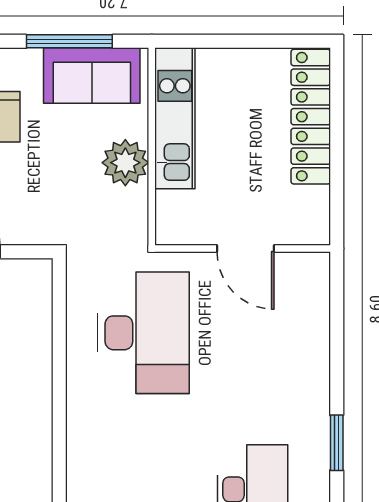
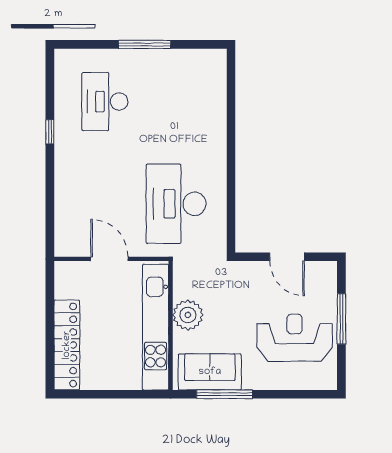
kitchen unit: (175, 118) -> (156, 327), width x1.36
window: (337, 443) -> (50, 132), width x0.67

